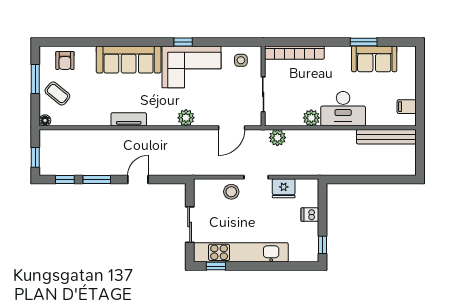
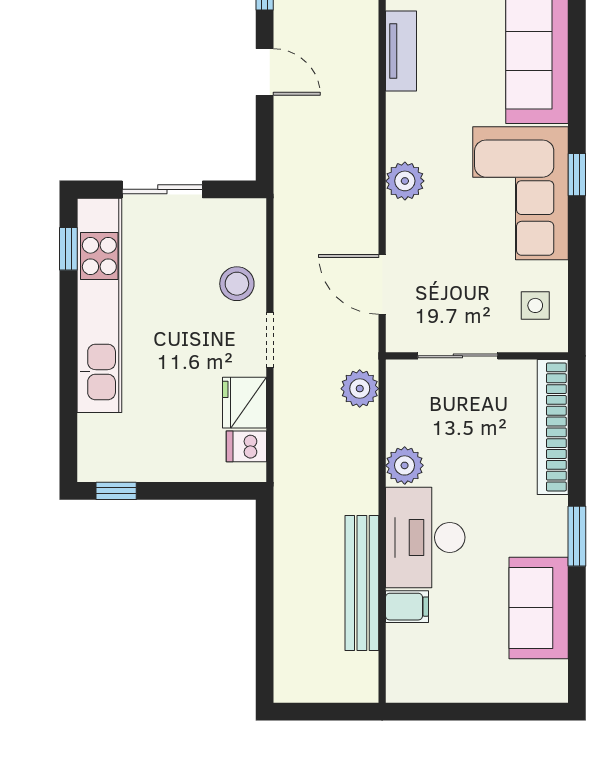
window: (364, 42) -> (577, 536), moved
filing cabinet: (407, 107) -> (407, 607), moved, turned 90
bench: (386, 137) -> (362, 583), moved
dishwasher: (310, 215) -> (246, 446), moved, turned -90

